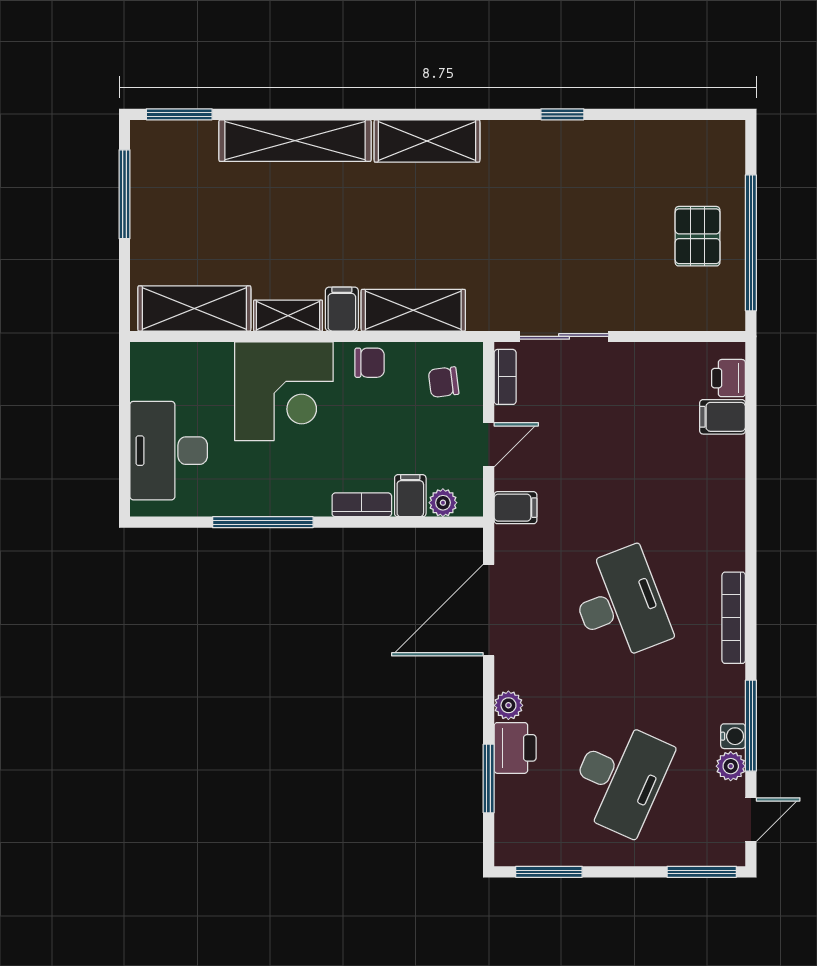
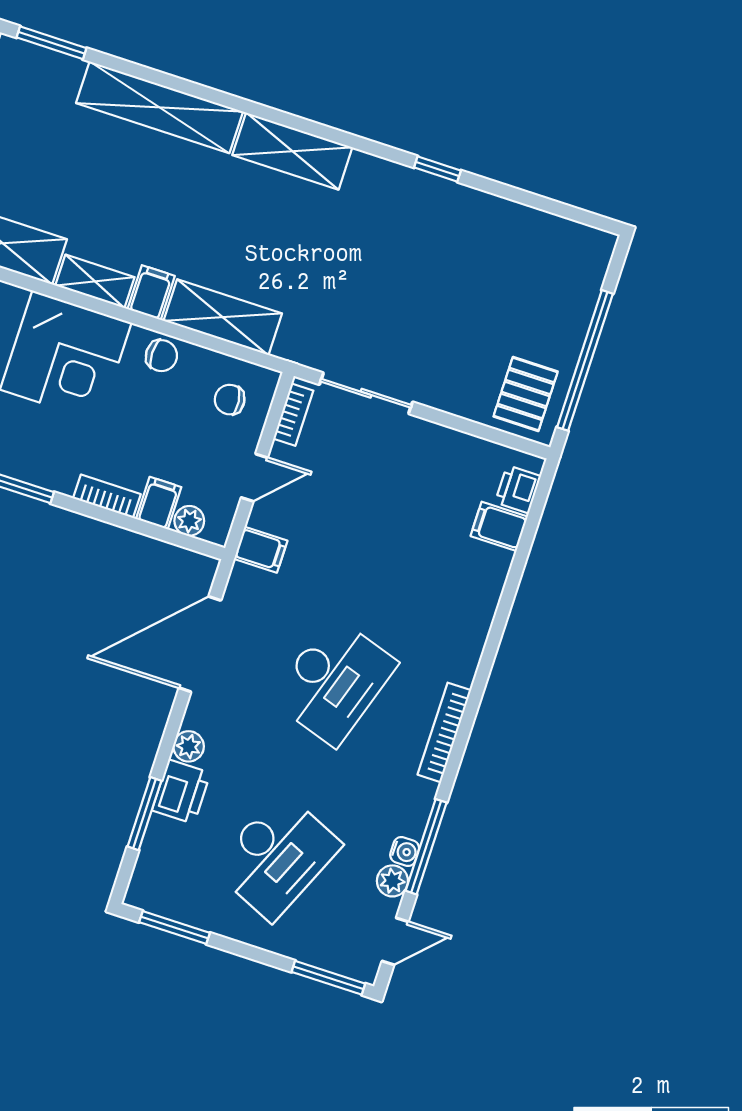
pallet: (698, 236) -> (526, 394), moved
desk: (620, 604) -> (334, 681), turned 39

